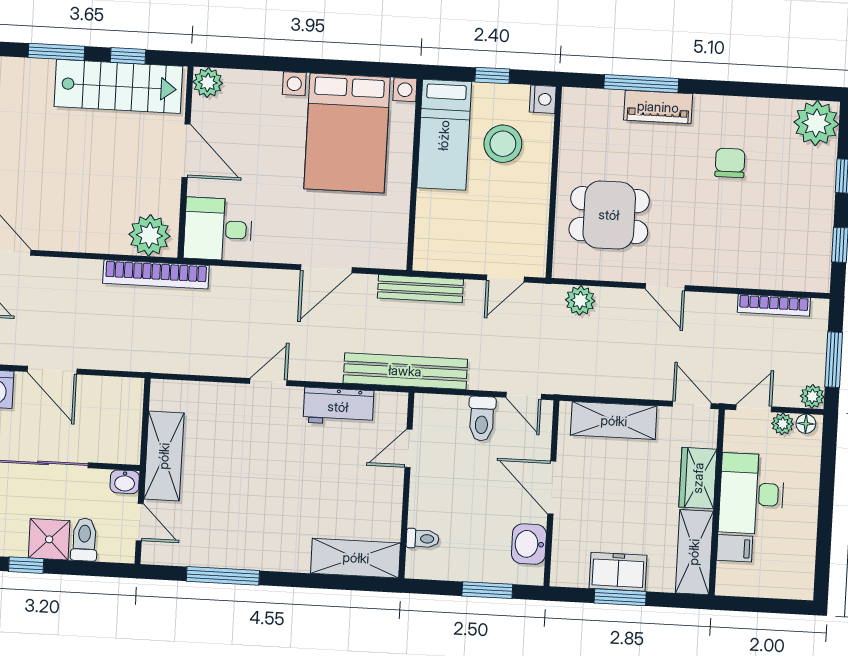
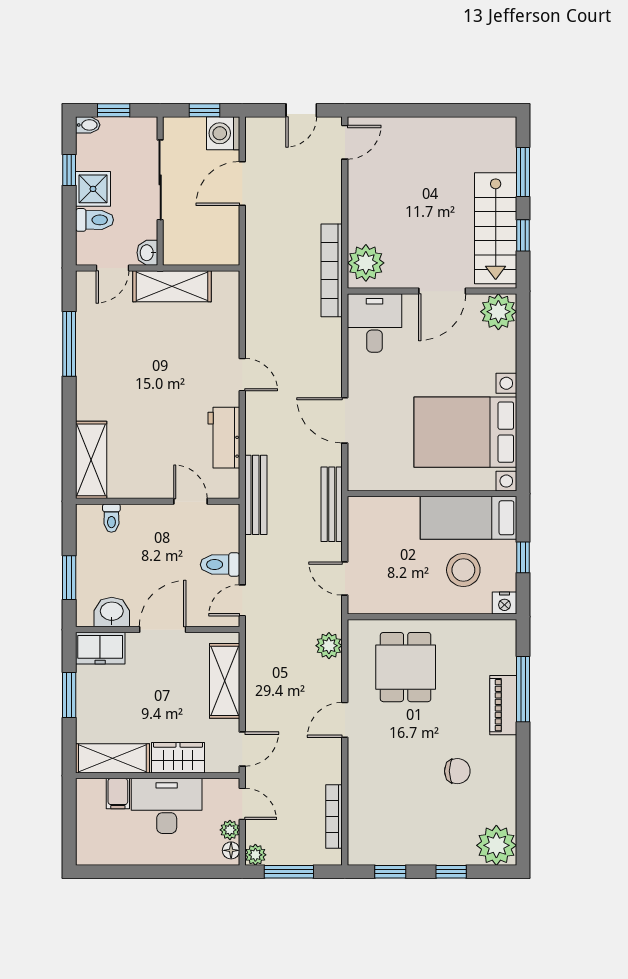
plant: (208, 82) -> (498, 312), width x1.36, depth x1.36
bench: (405, 371) -> (256, 495), width x0.73, depth x0.82
freezer: (618, 572) -> (100, 648), moved, turned 90

